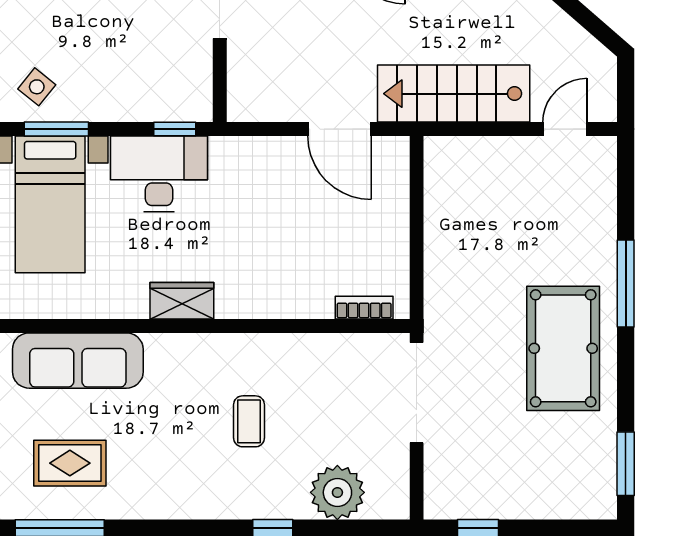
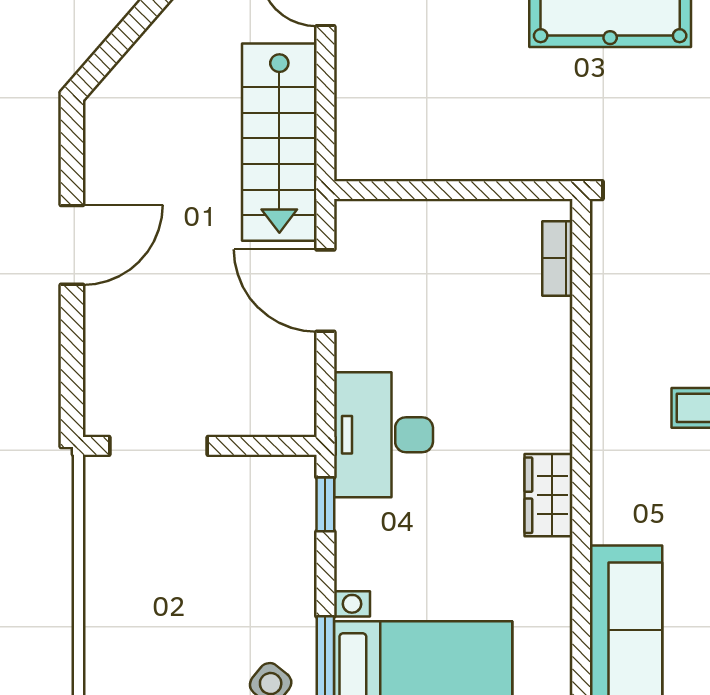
door: (339, 129) -> (325, 291), swing flipped
desk: (159, 174) -> (383, 435), moved

